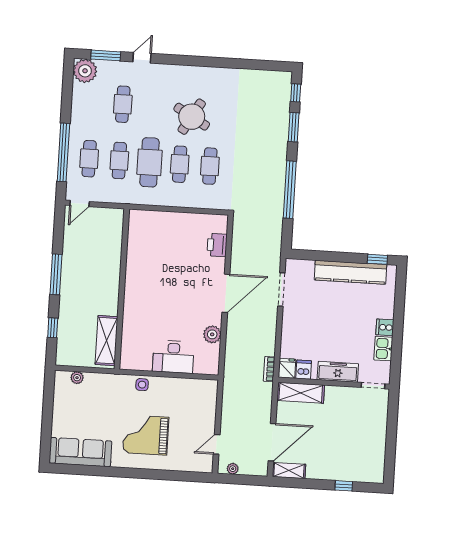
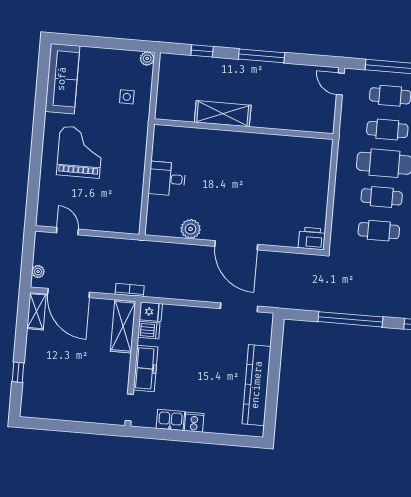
printer: (217, 245) -> (312, 238), moved
window: (377, 259) -> (270, 415), removed
shelving: (107, 341) -> (223, 114), moved
desk: (173, 357) -> (167, 179), width x0.73
bookcase: (269, 369) -> (130, 290), moved
plant: (77, 378) -> (147, 58), moved
side table: (142, 385) -> (127, 97), moved
plant: (233, 469) -> (38, 272), moved

